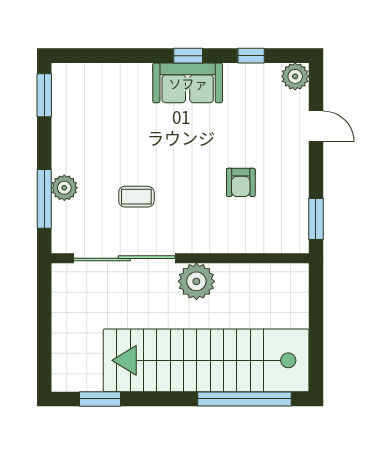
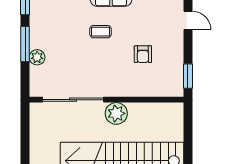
coffee table: (136, 197) -> (100, 32), moved
window: (44, 199) -> (25, 44), moved

